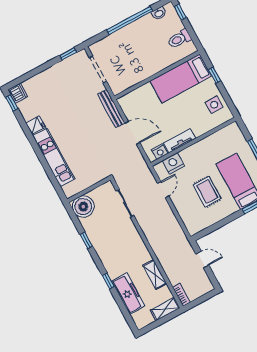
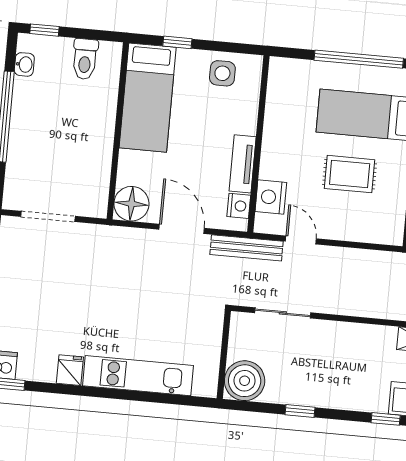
floor lamp: (129, 103) -> (131, 204), added
bench: (111, 109) -> (247, 248), moved
door: (132, 133) -> (182, 229), hinge flipped

